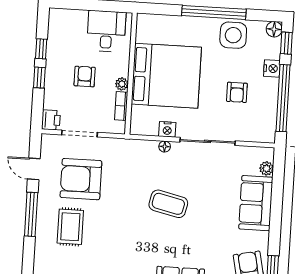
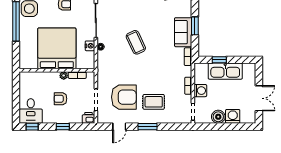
desk: (106, 31) -> (31, 111), moved, turned -90
window: (41, 49) -> (32, 127), moved
armchair: (81, 179) -> (124, 97), turned -90
coffee table: (168, 204) -> (136, 42), turned -38
window: (31, 214) -> (147, 127), width x0.69

